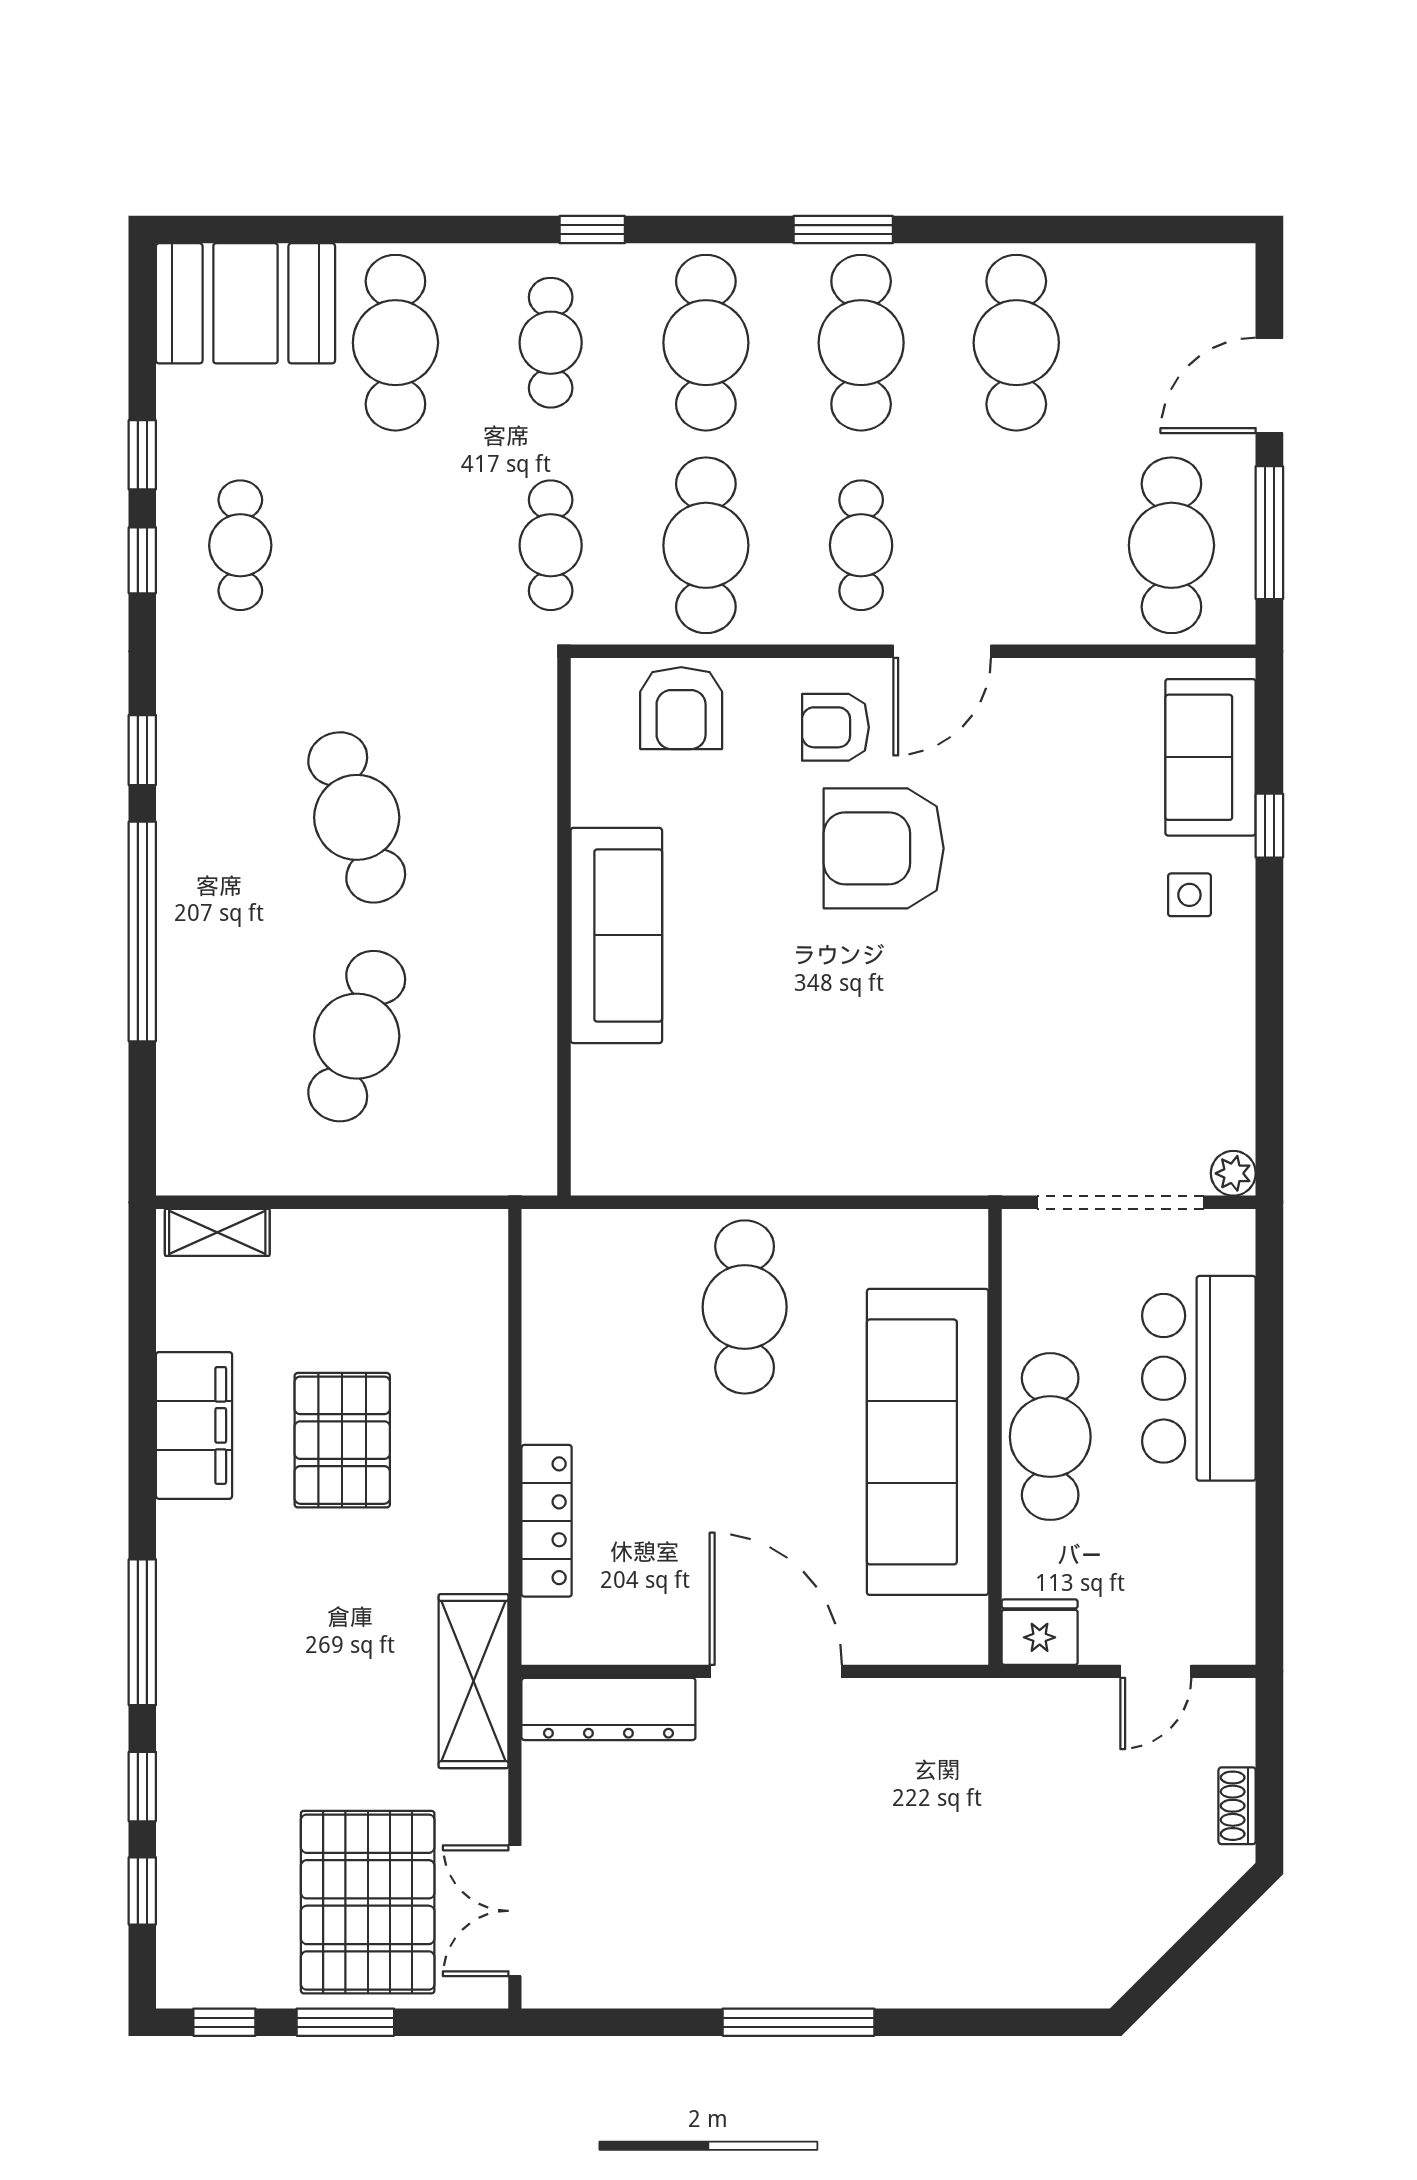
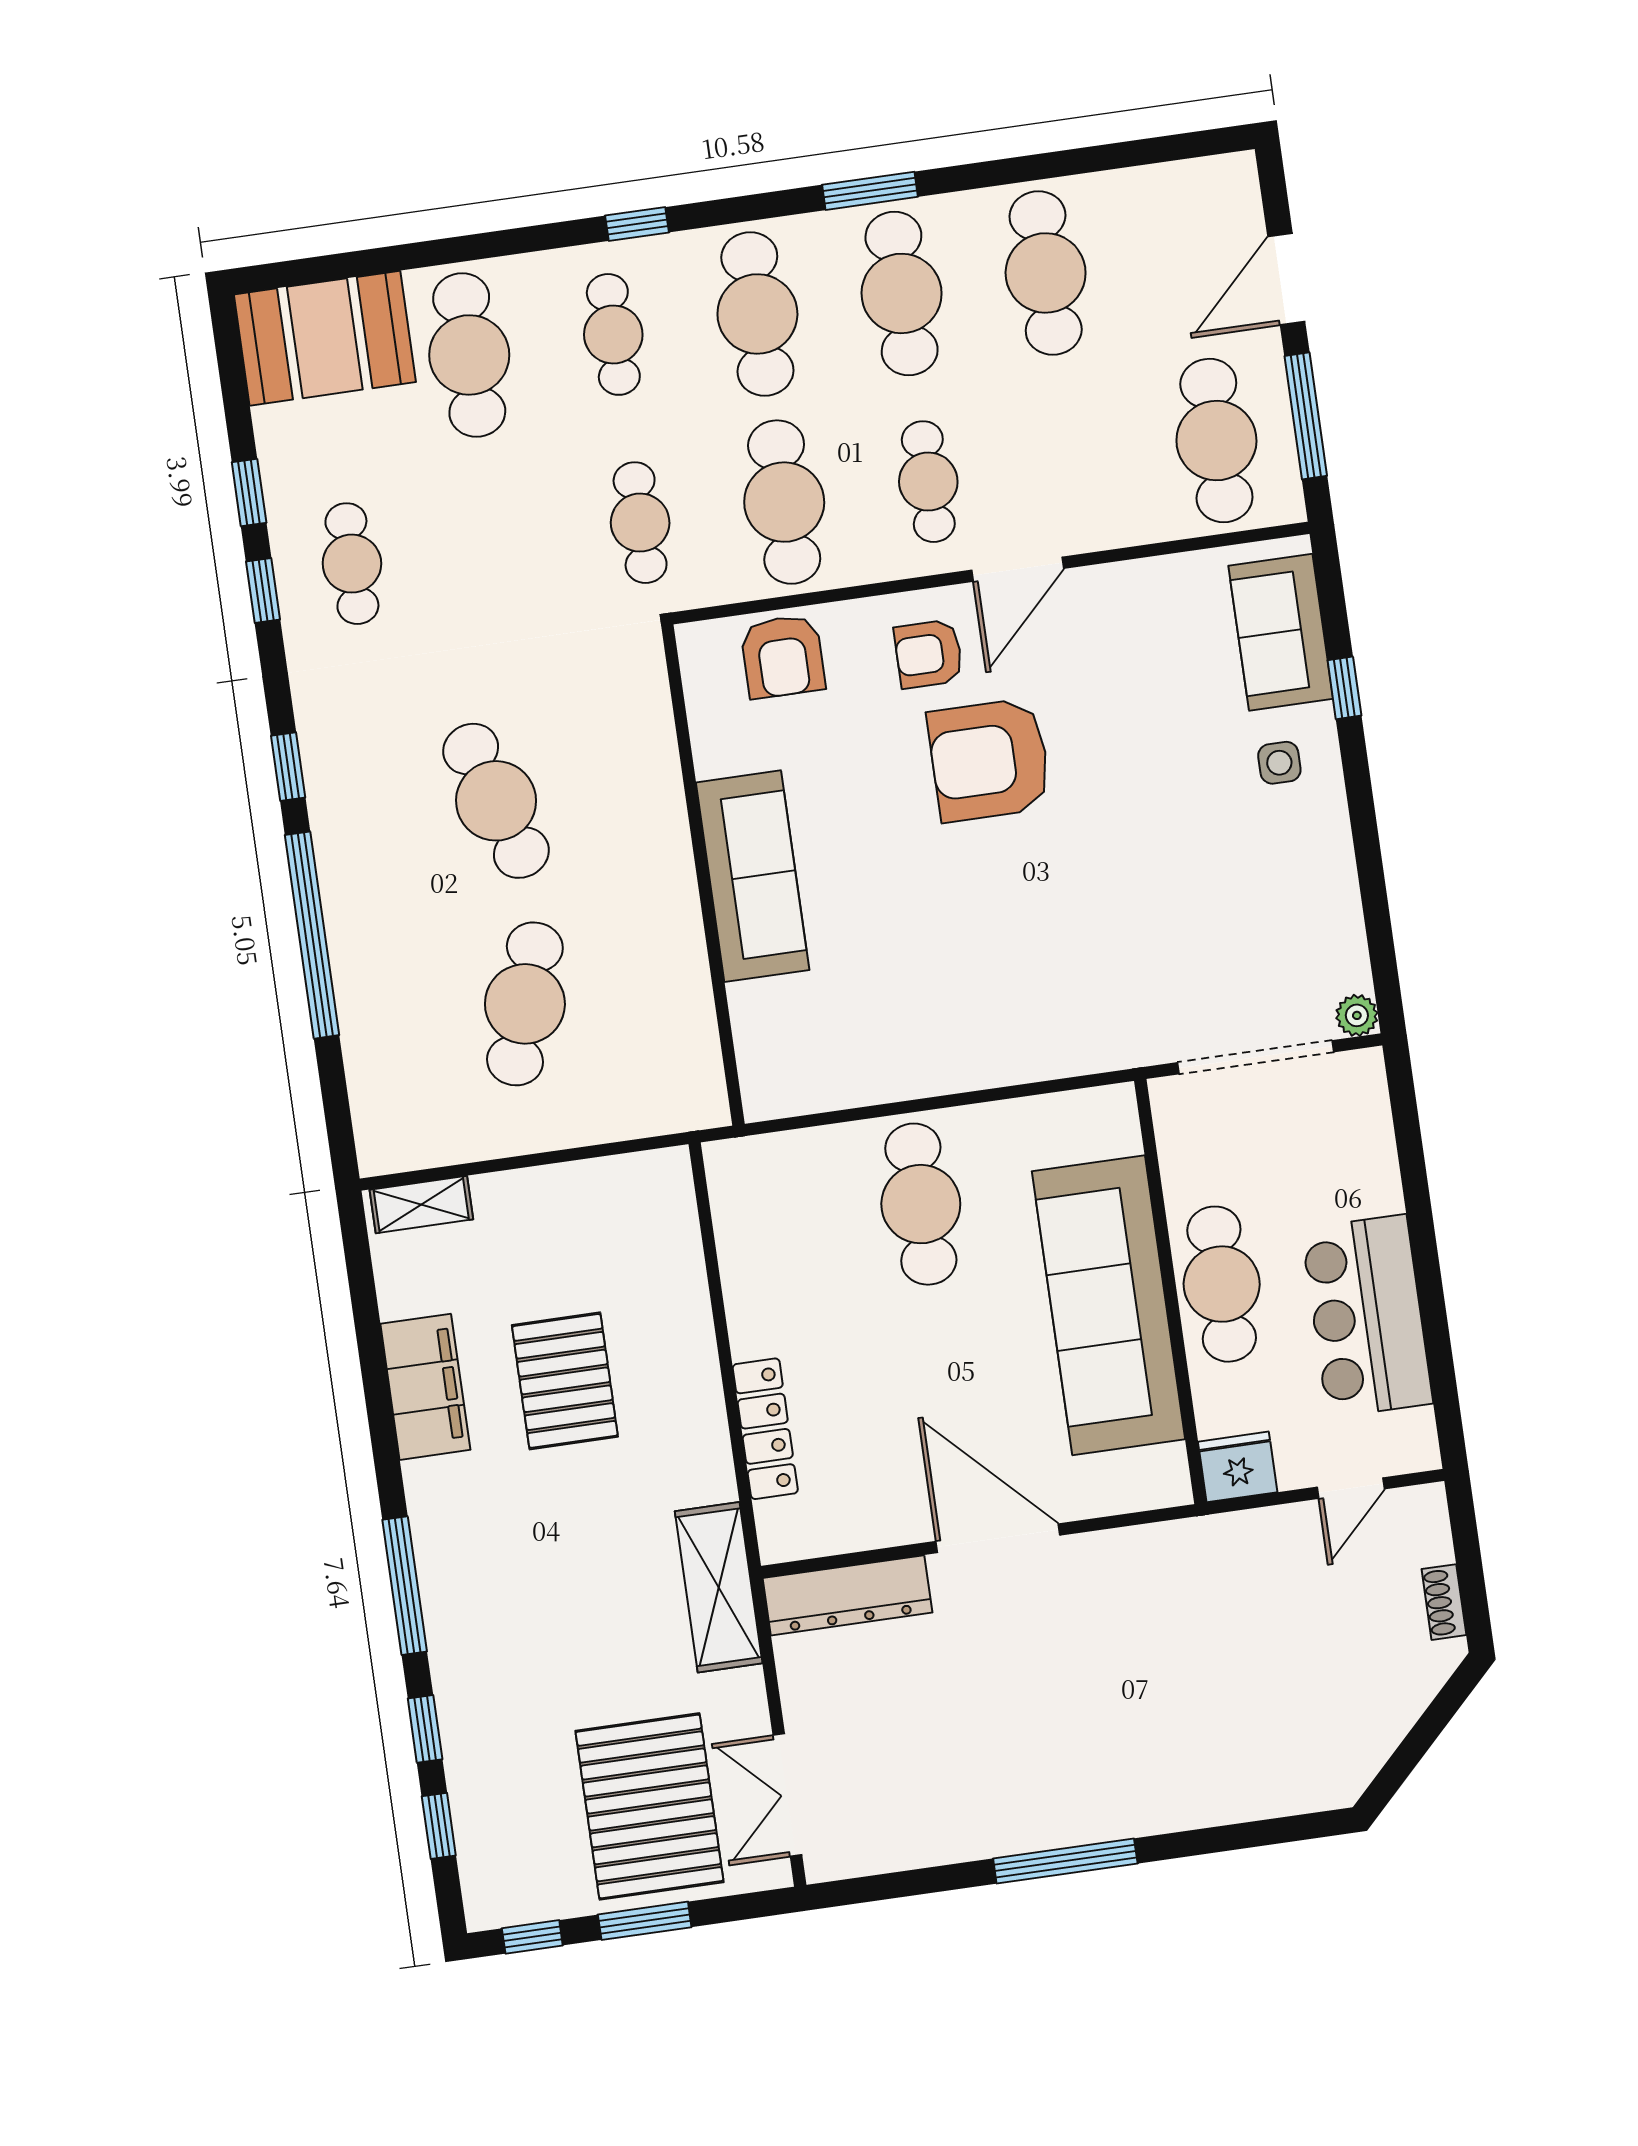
bar counter: (1199, 1378) -> (1367, 1316), moved

